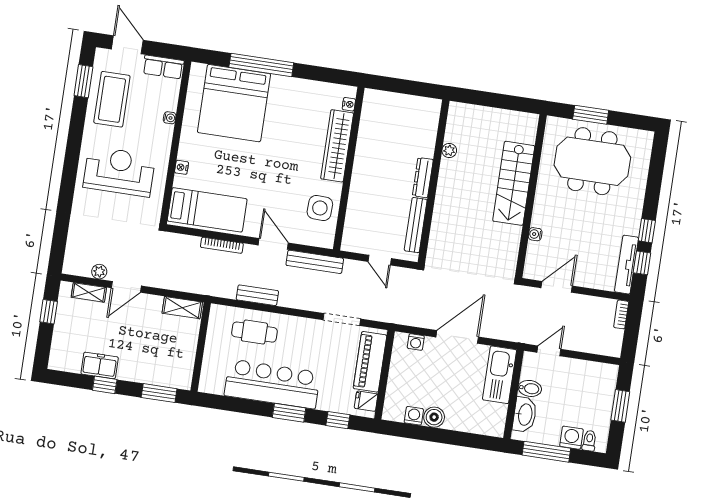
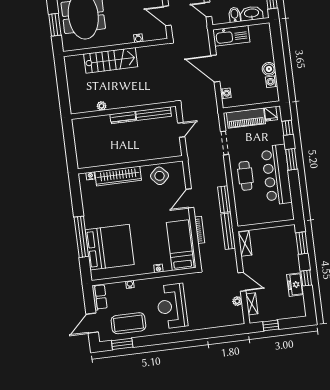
side table: (320, 208) -> (160, 176), turned 45
bench: (315, 262) -> (228, 231), moved
cafe table: (254, 332) -> (245, 176), moved

